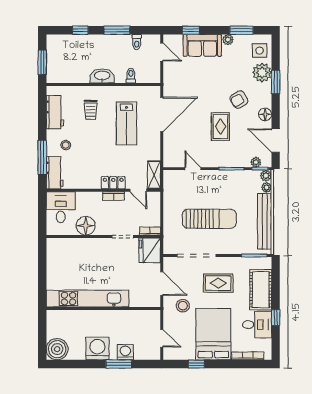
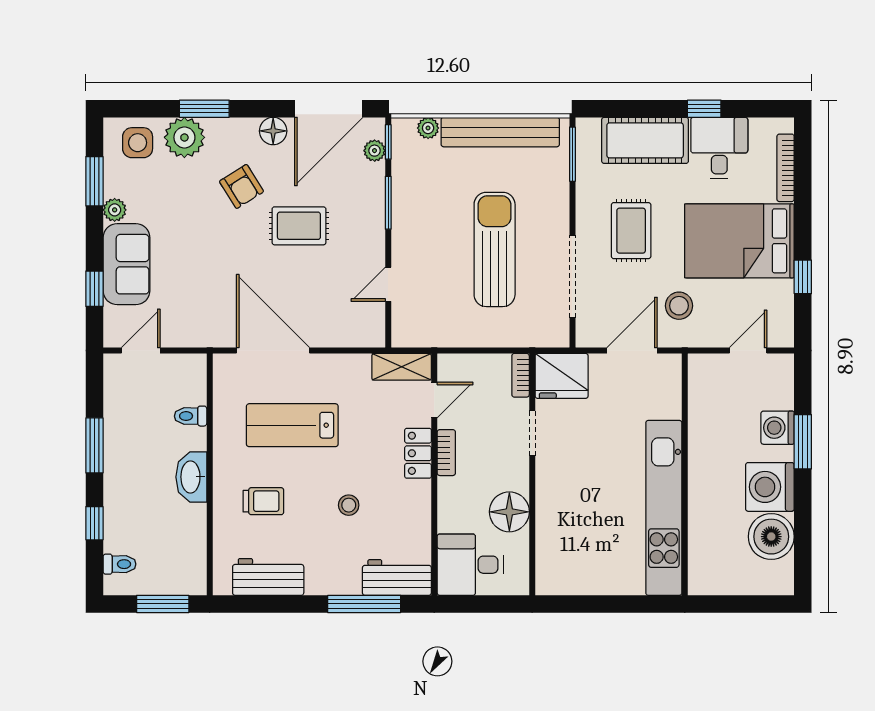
toilet: (137, 42) -> (119, 564), moved
lab bench: (126, 123) -> (292, 425), turned 180
door: (276, 141) -> (329, 109), width x1.36
stool: (66, 145) -> (349, 505), moved
plant: (266, 176) -> (403, 129), removed
boiler: (57, 349) -> (771, 537), moved

